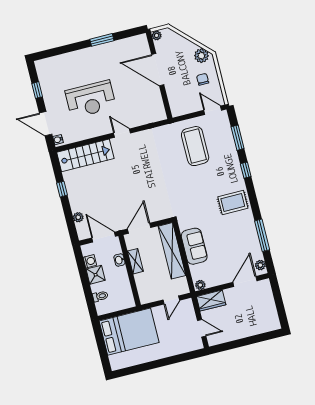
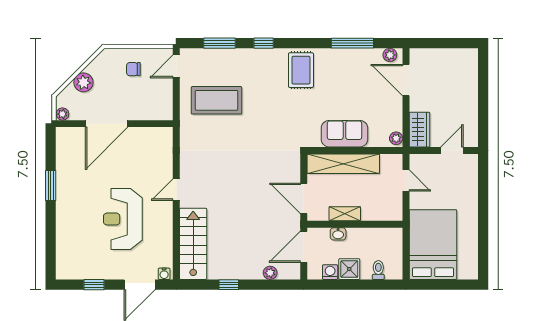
plant: (201, 56) -> (83, 82), moved
reception desk: (91, 99) -> (123, 219), turned 180

